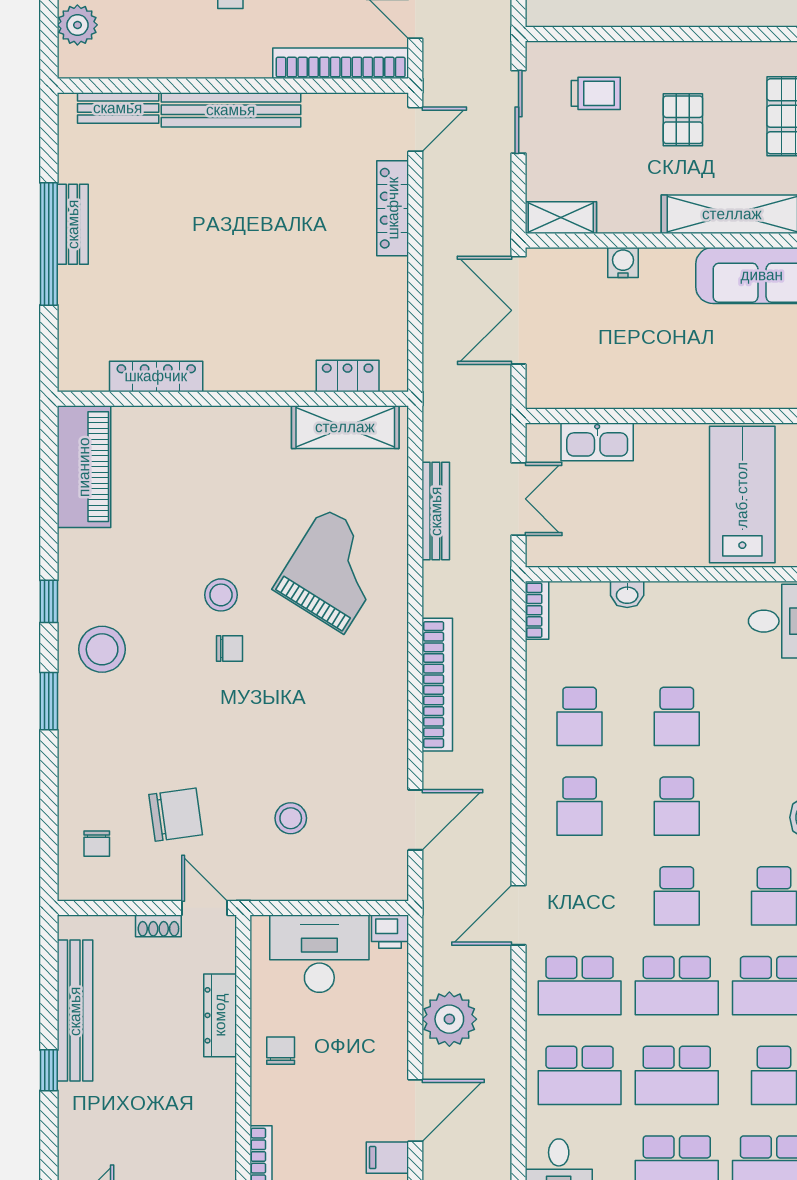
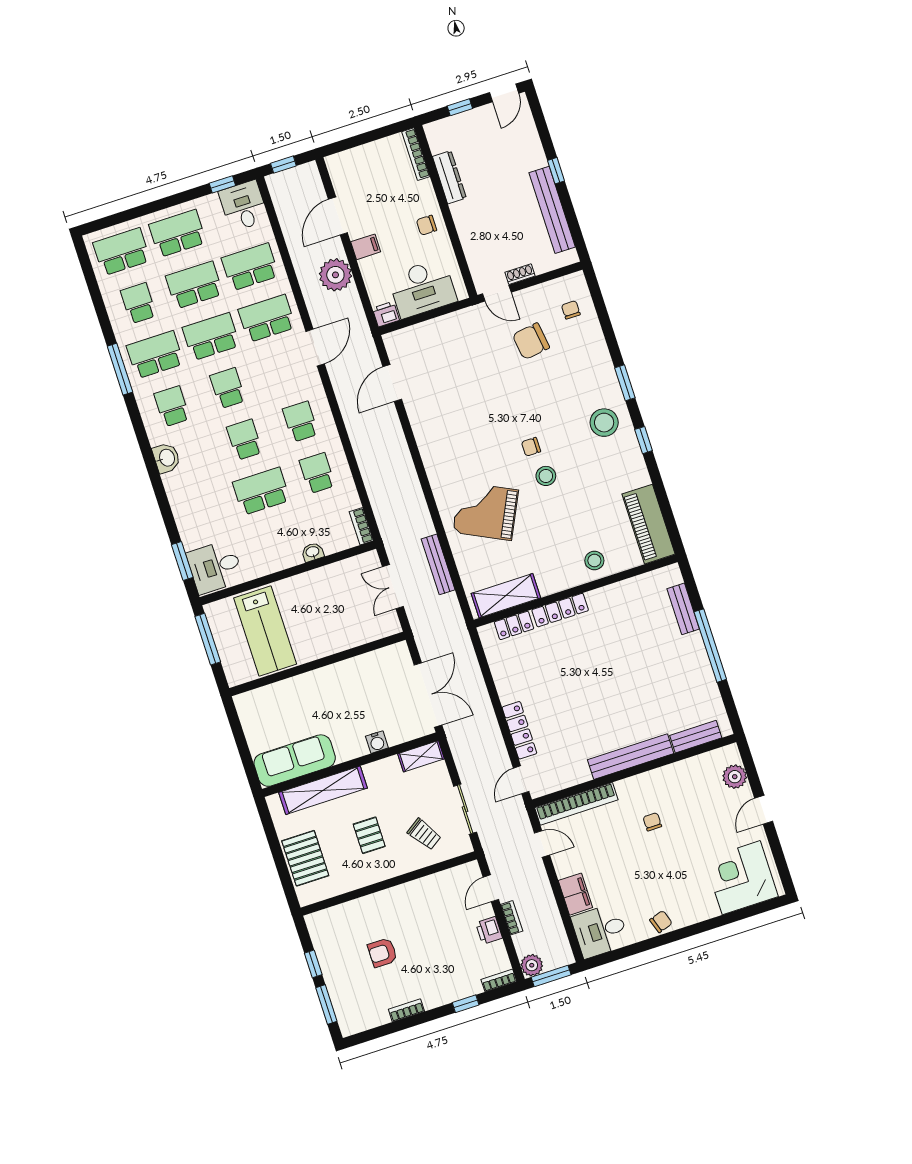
trolley: (596, 93) -> (424, 834), turned -124
bench: (73, 224) -> (683, 609), moved
locker: (156, 376) -> (560, 610), moved
kitchen sink: (597, 442) -> (358, 634), removed
grand piano: (334, 570) -> (486, 511), turned 84
bookcase: (437, 685) -> (405, 465), removed
school desk: (677, 716) -> (261, 491), width x1.85
stool: (291, 818) -> (594, 561), moved
dresser: (220, 1015) -> (449, 177), moved
chair: (281, 1051) -> (427, 225), turned 90
filing cabinet: (387, 1158) -> (366, 247), moved

